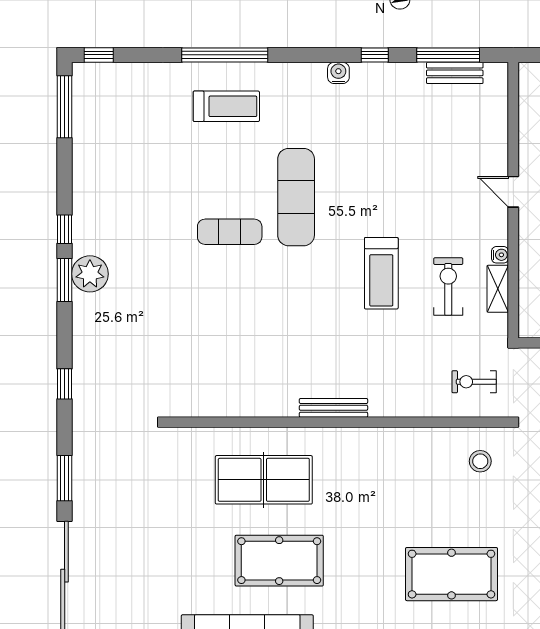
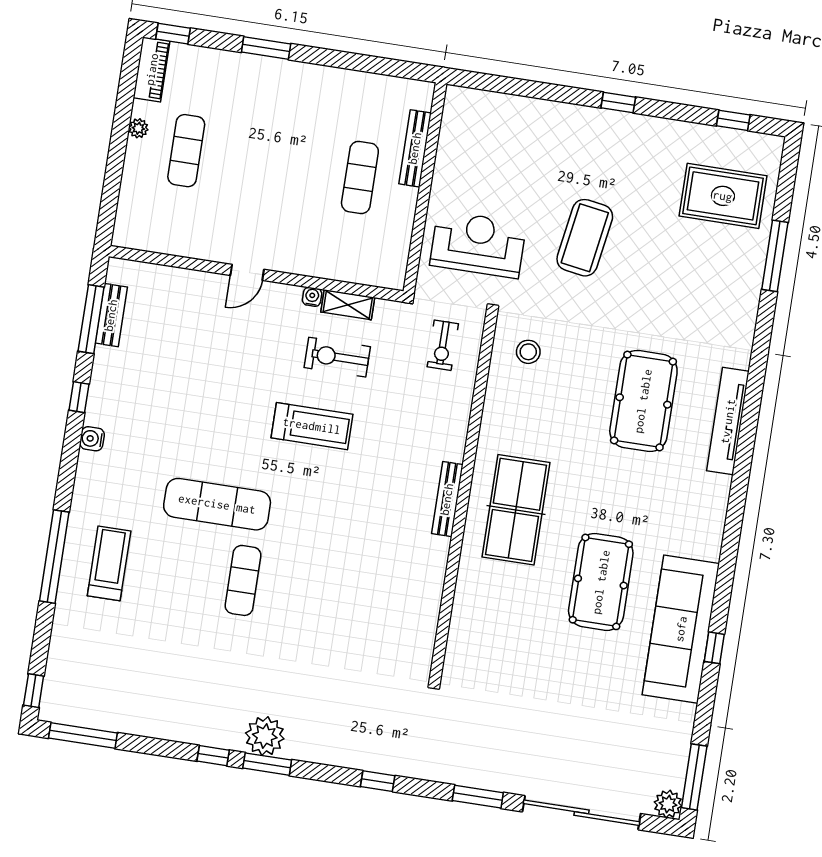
table tennis table: (264, 480) -> (516, 510), moved

